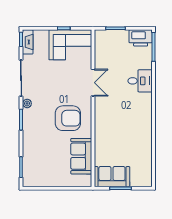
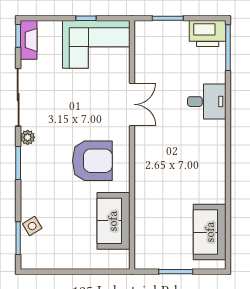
side table: (30, 159) -> (32, 226), added
sofa: (112, 177) -> (210, 232), moved, turned -90

